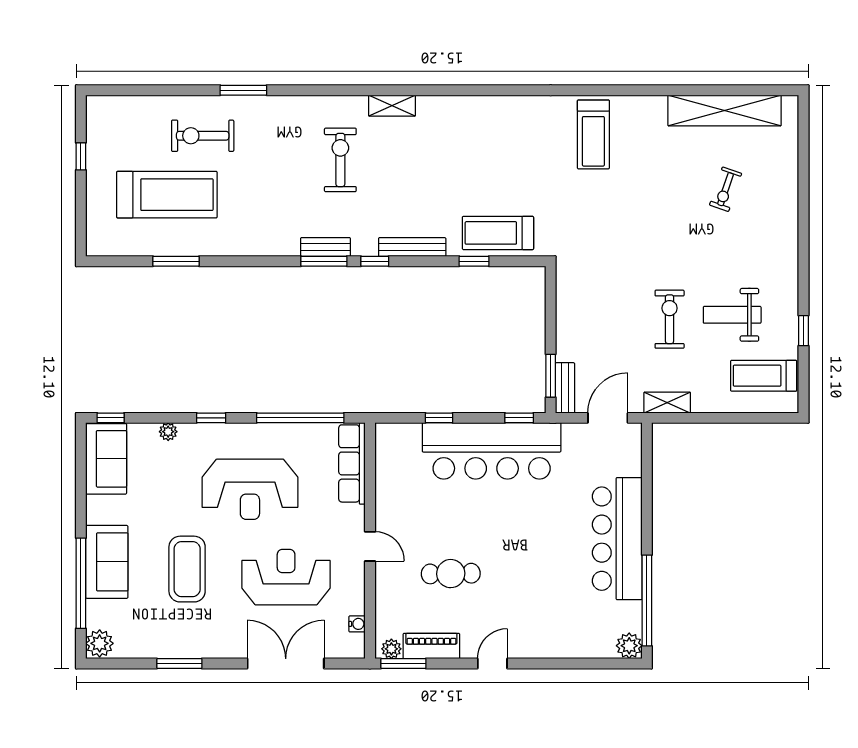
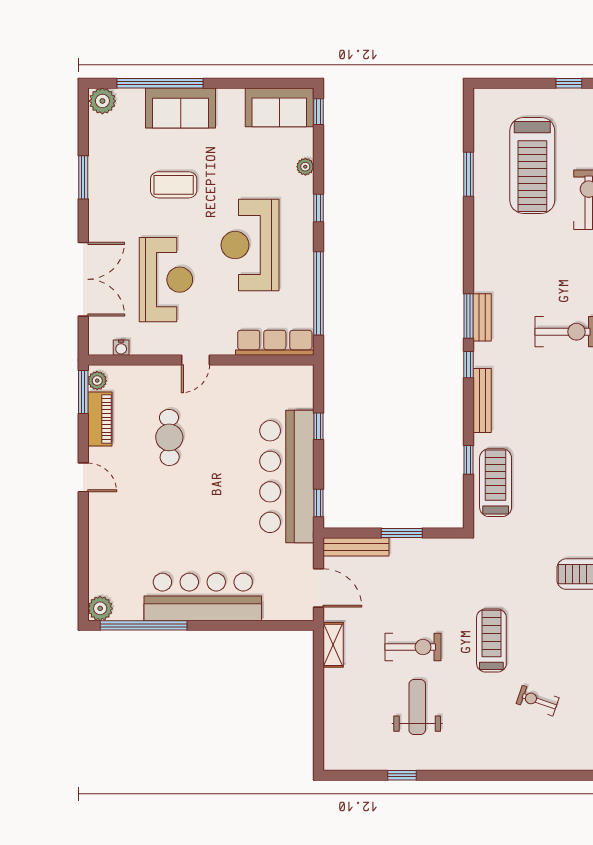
window: (551, 376) -> (402, 533), moved
treadmill: (764, 376) -> (491, 641), moved
bench: (565, 388) -> (356, 547), width x1.36
coffee table: (187, 569) -> (174, 185), width x0.73, depth x0.76

